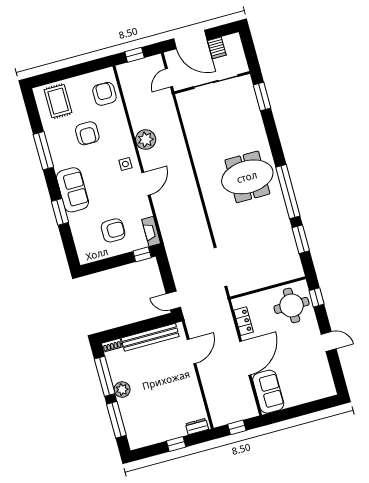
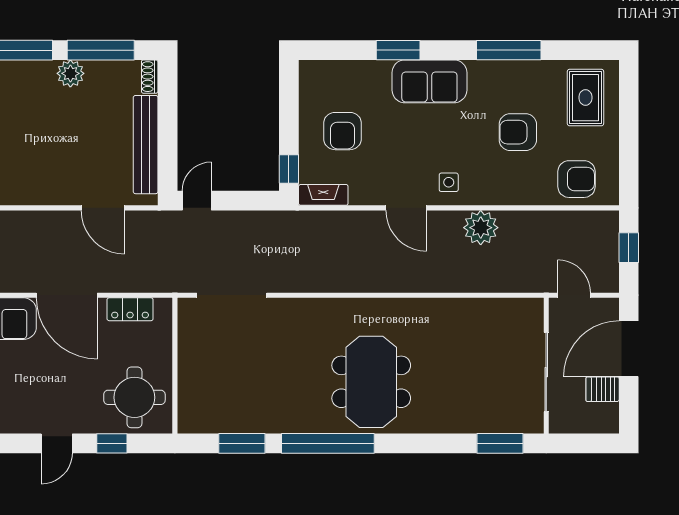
rug: (58, 101) -> (585, 98), turned 90
window: (317, 297) -> (112, 443), moved

